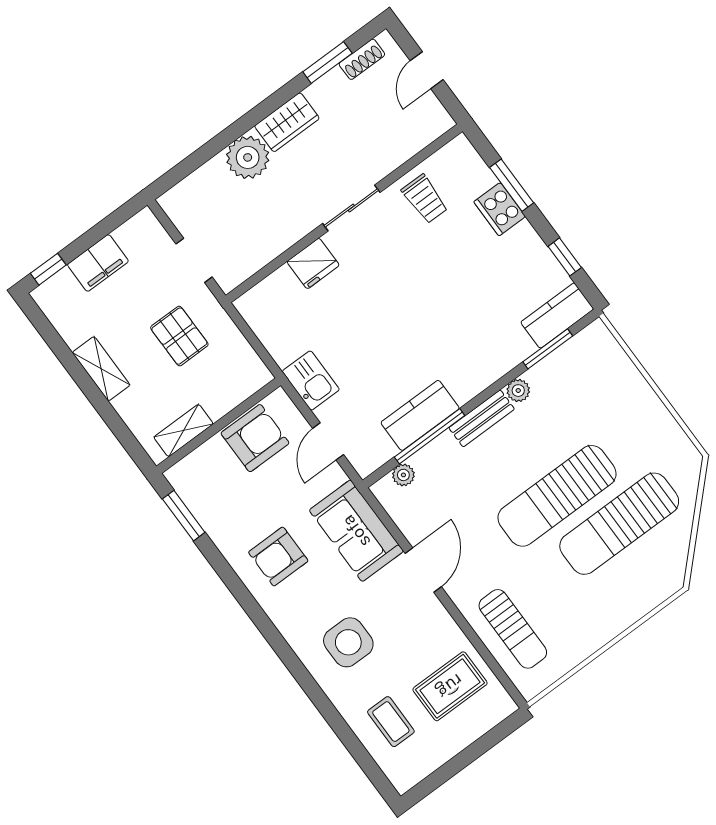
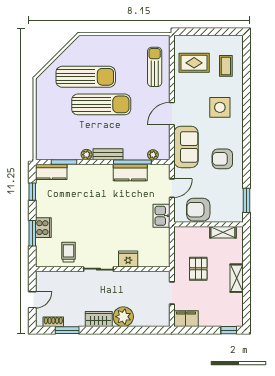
filing cabinet: (98, 263) -> (186, 319), moved
armchair: (278, 557) -> (222, 159), turned 180

